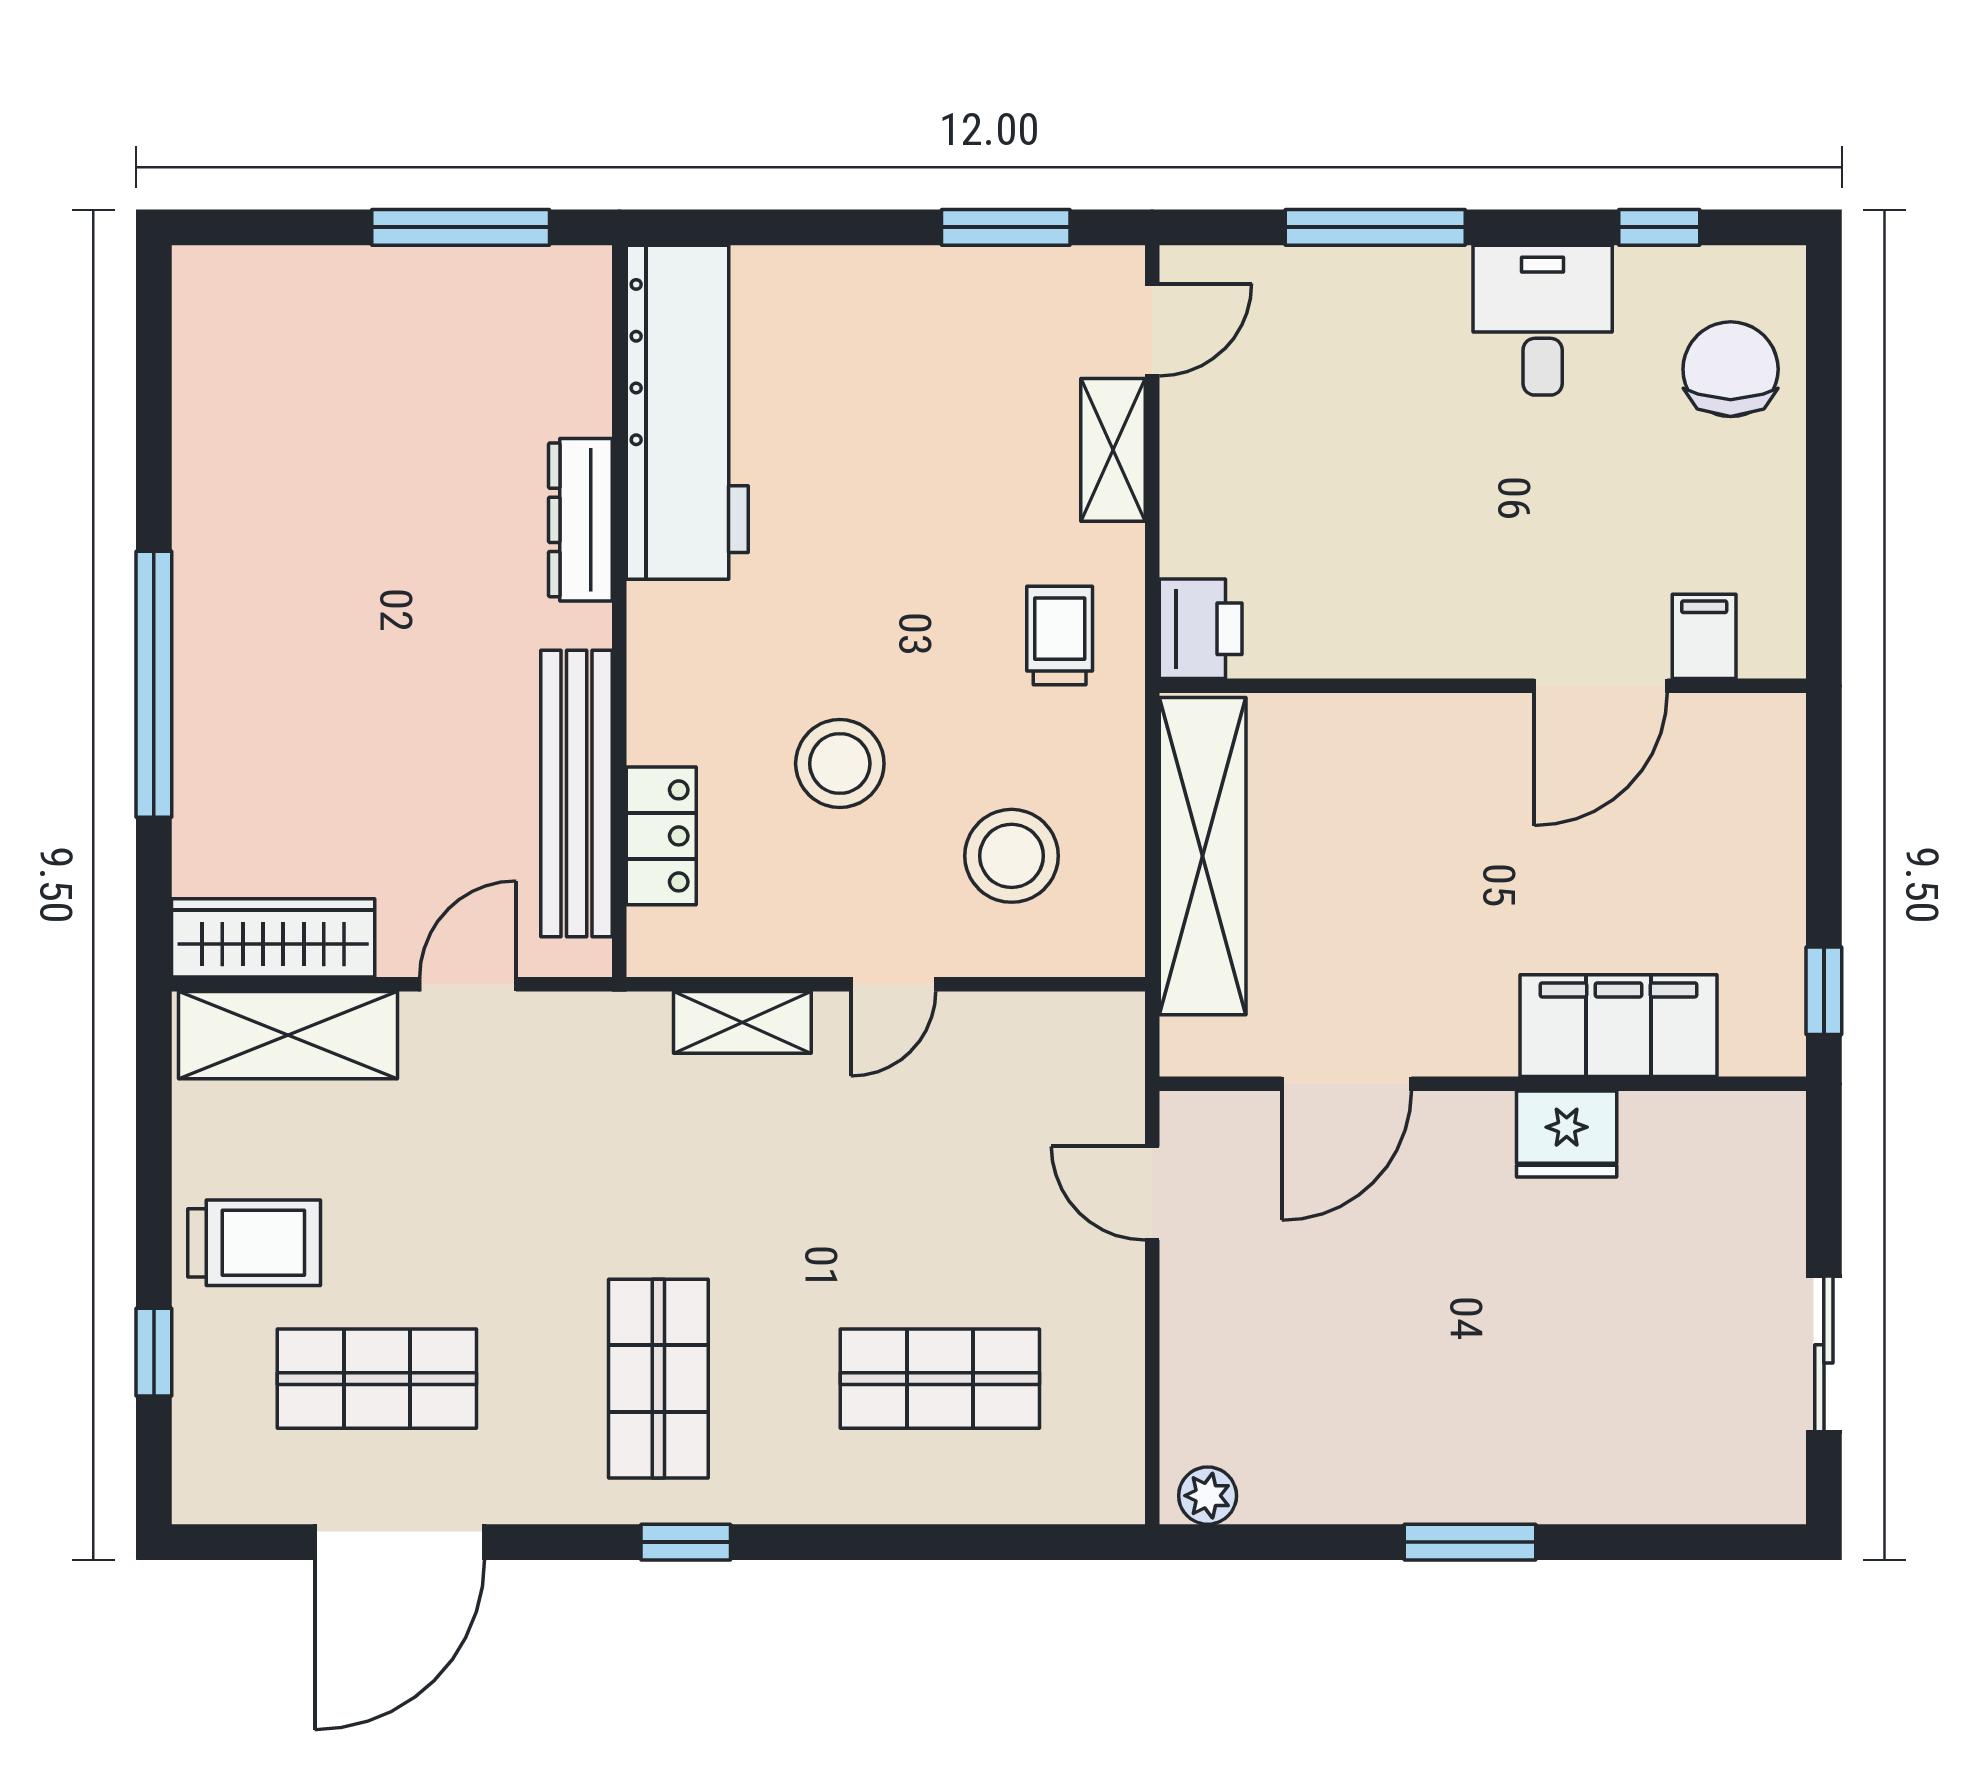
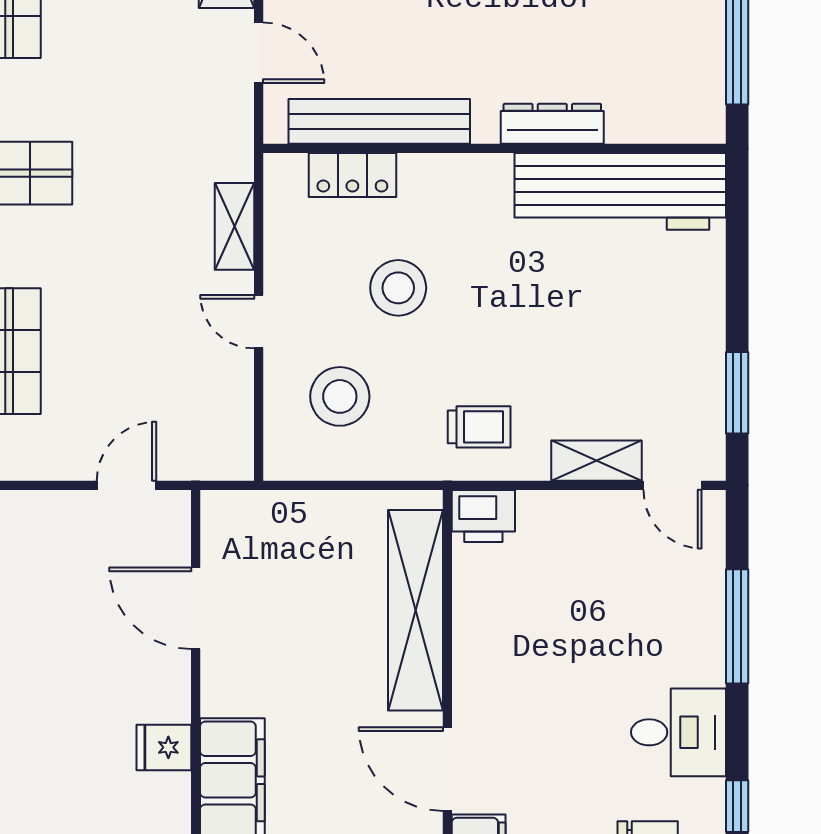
shelving: (1203, 856) -> (415, 610), moved, turned 90
fridge: (1567, 1134) -> (164, 747), width x0.72

